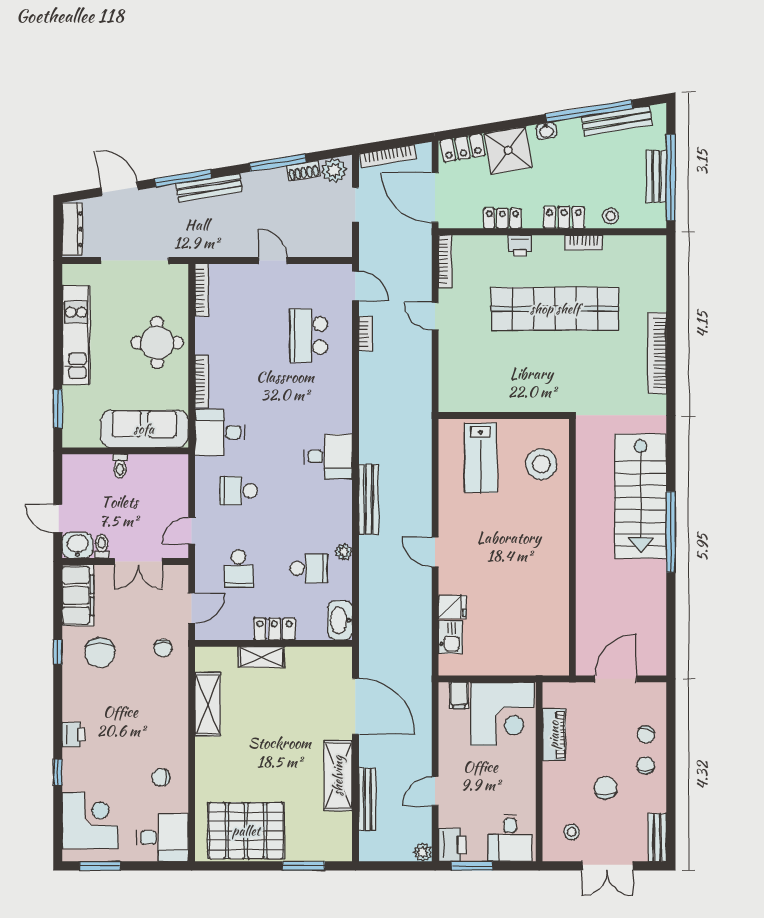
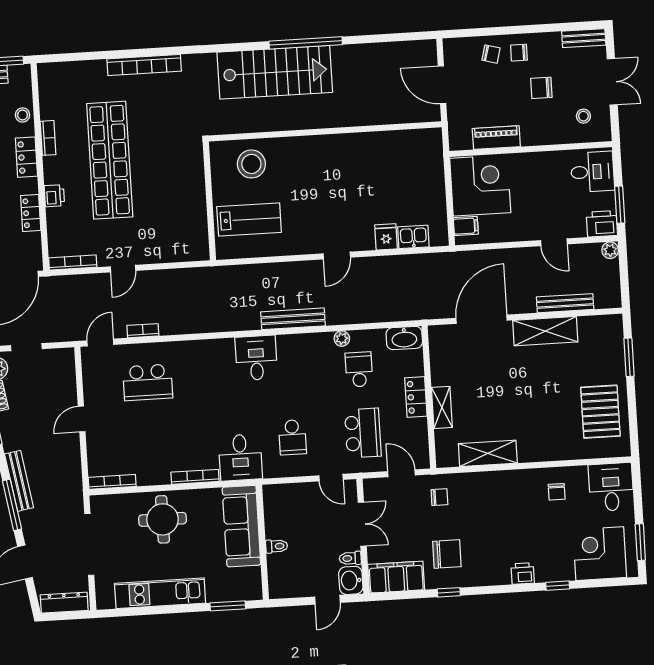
school desk: (239, 568) -> (363, 433), width x1.85
pallet: (246, 831) -> (600, 412), width x0.73, depth x0.71

